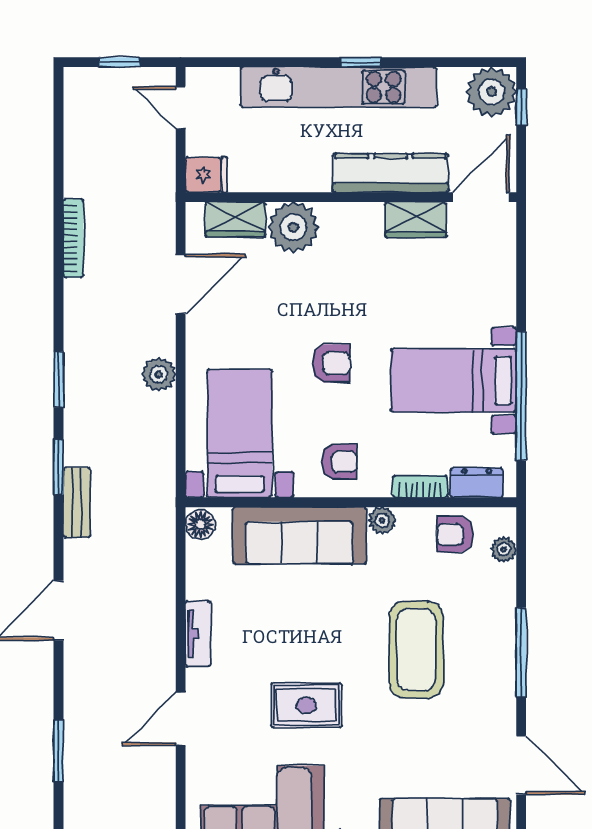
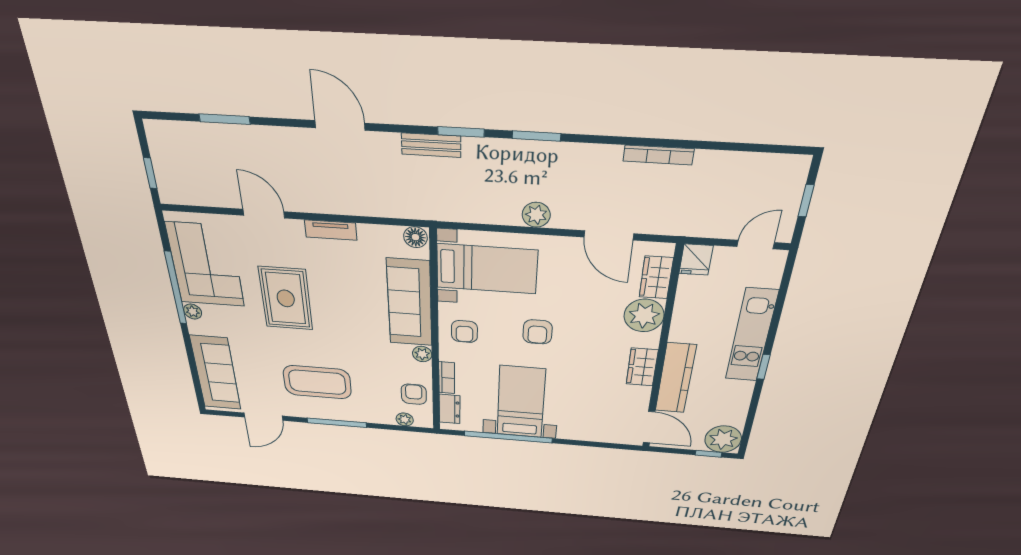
kitchen unit: (339, 87) -> (751, 336), width x0.73
wardrobe: (416, 220) -> (642, 367), moved
coffee table: (416, 650) -> (317, 382), moved
rug: (307, 705) -> (286, 298), width x1.36, depth x1.43

